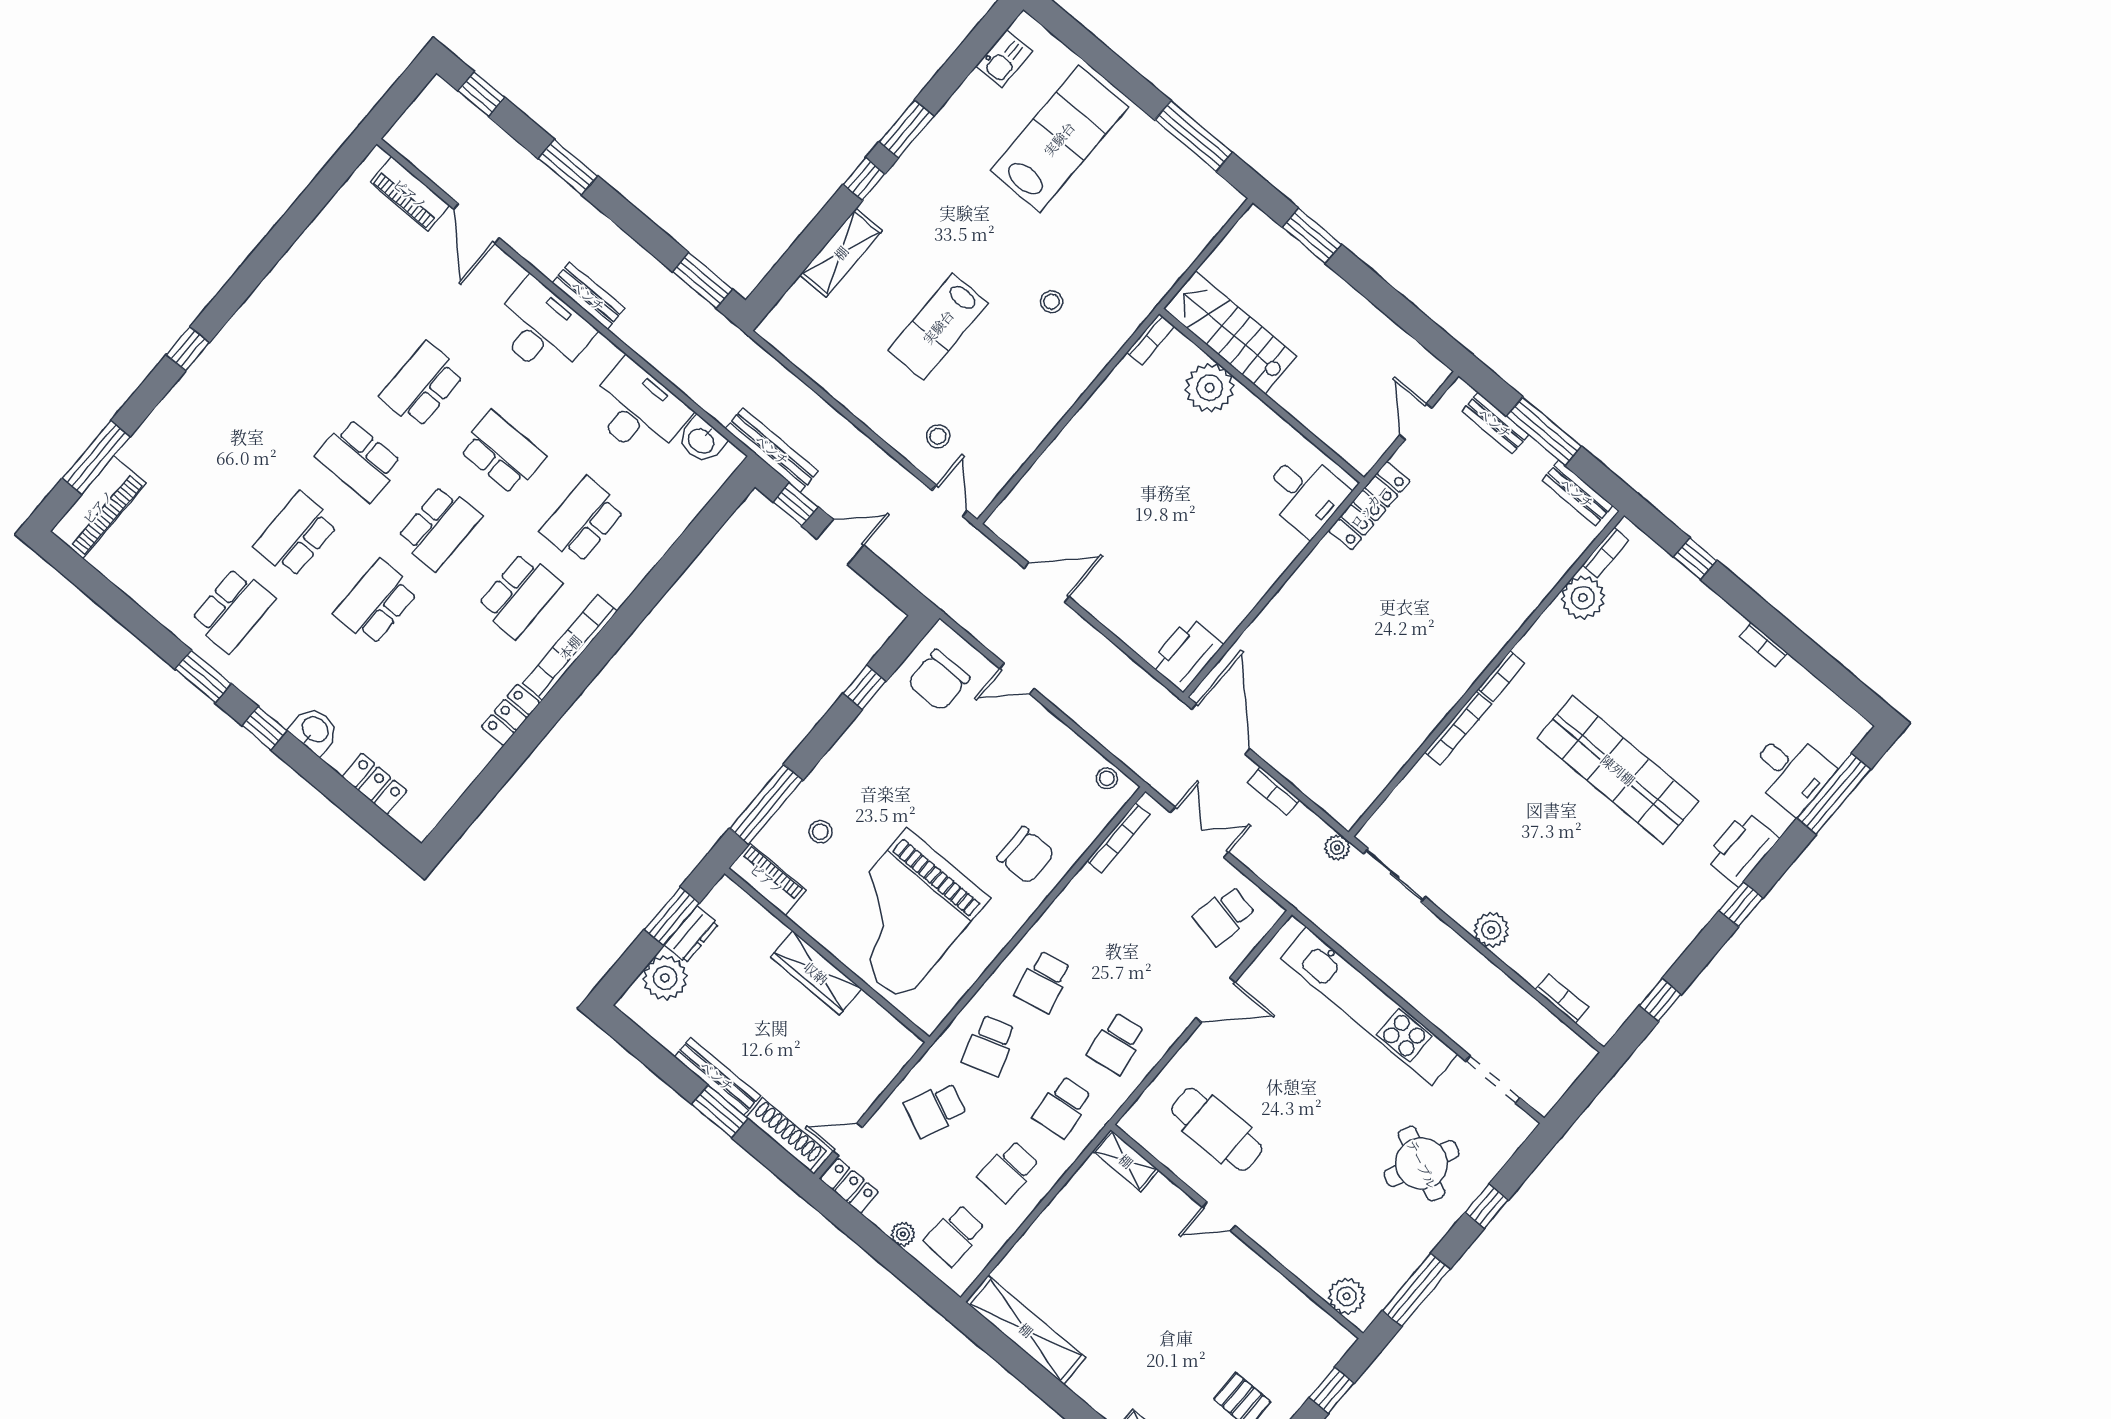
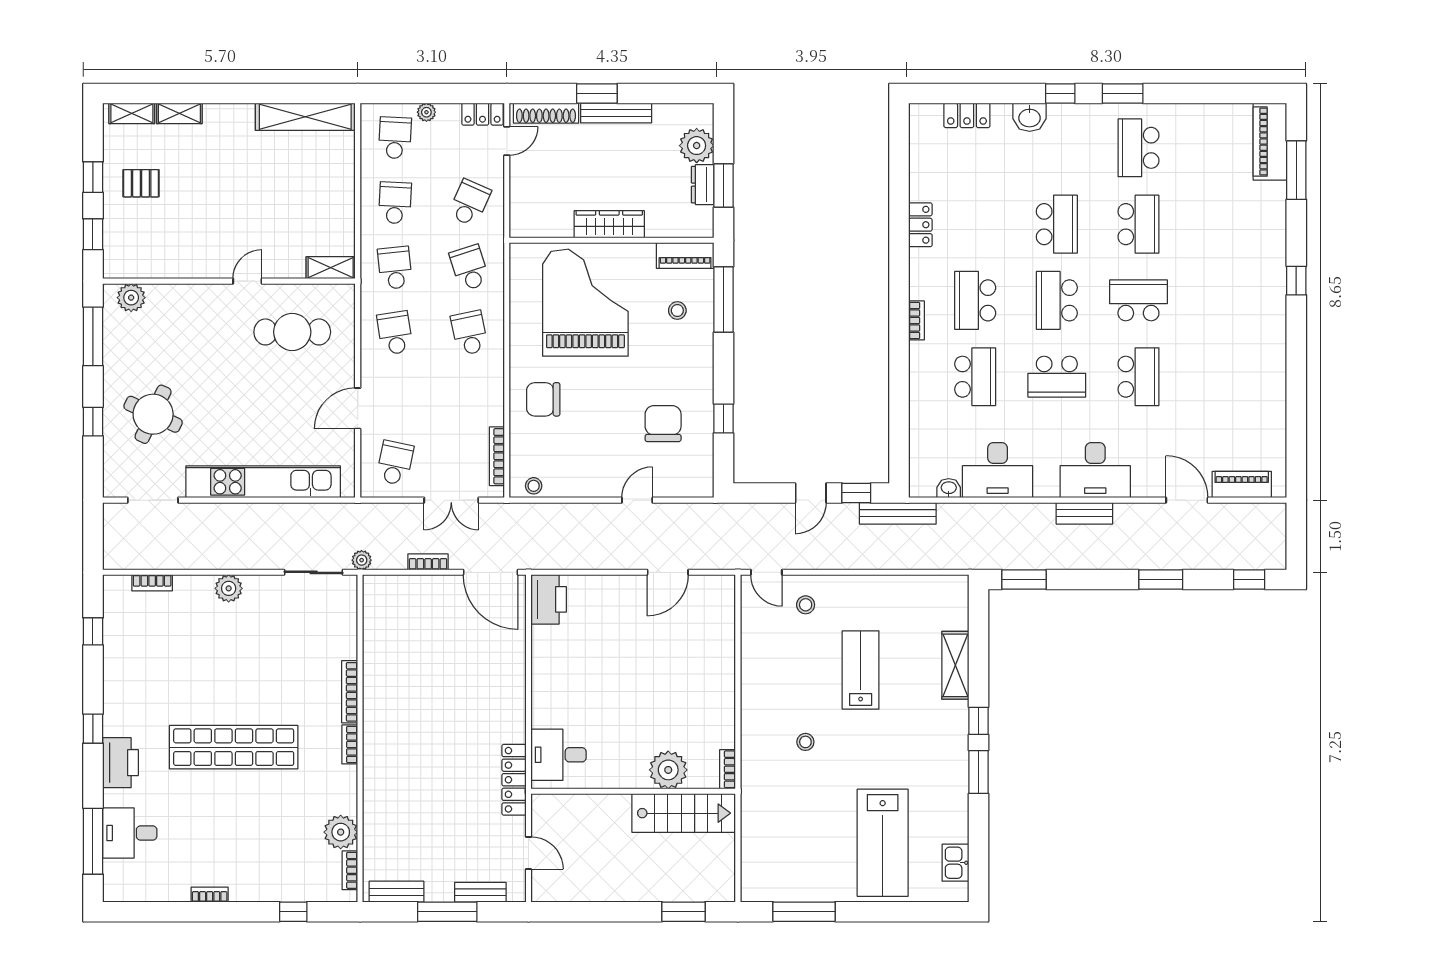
washbasin: (702, 440) -> (949, 488), width x0.72, depth x0.69
bookcase: (570, 647) -> (917, 320), width x0.43, depth x0.76
chair: (939, 680) -> (663, 424), moved

